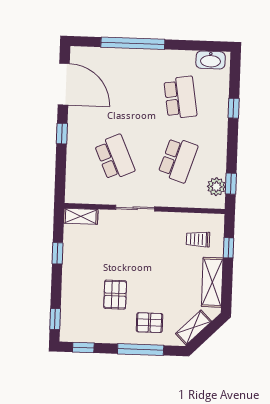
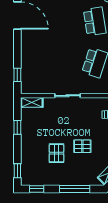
window: (62, 134) -> (17, 75), moved
school desk: (115, 157) -> (53, 63), removed
pallet: (149, 323) -> (82, 146), moved

